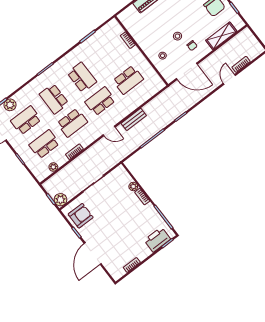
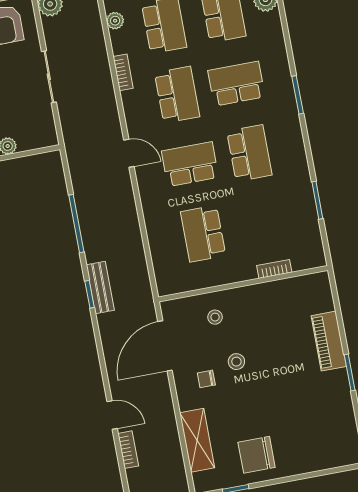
school desk: (82, 77) -> (249, 153), turned -90
school desk: (100, 101) -> (190, 164), turned -90
bench: (134, 119) -> (100, 287), moved
school desk: (72, 123) -> (177, 95), turned 180
door: (109, 131) -> (129, 153), swing flipped

